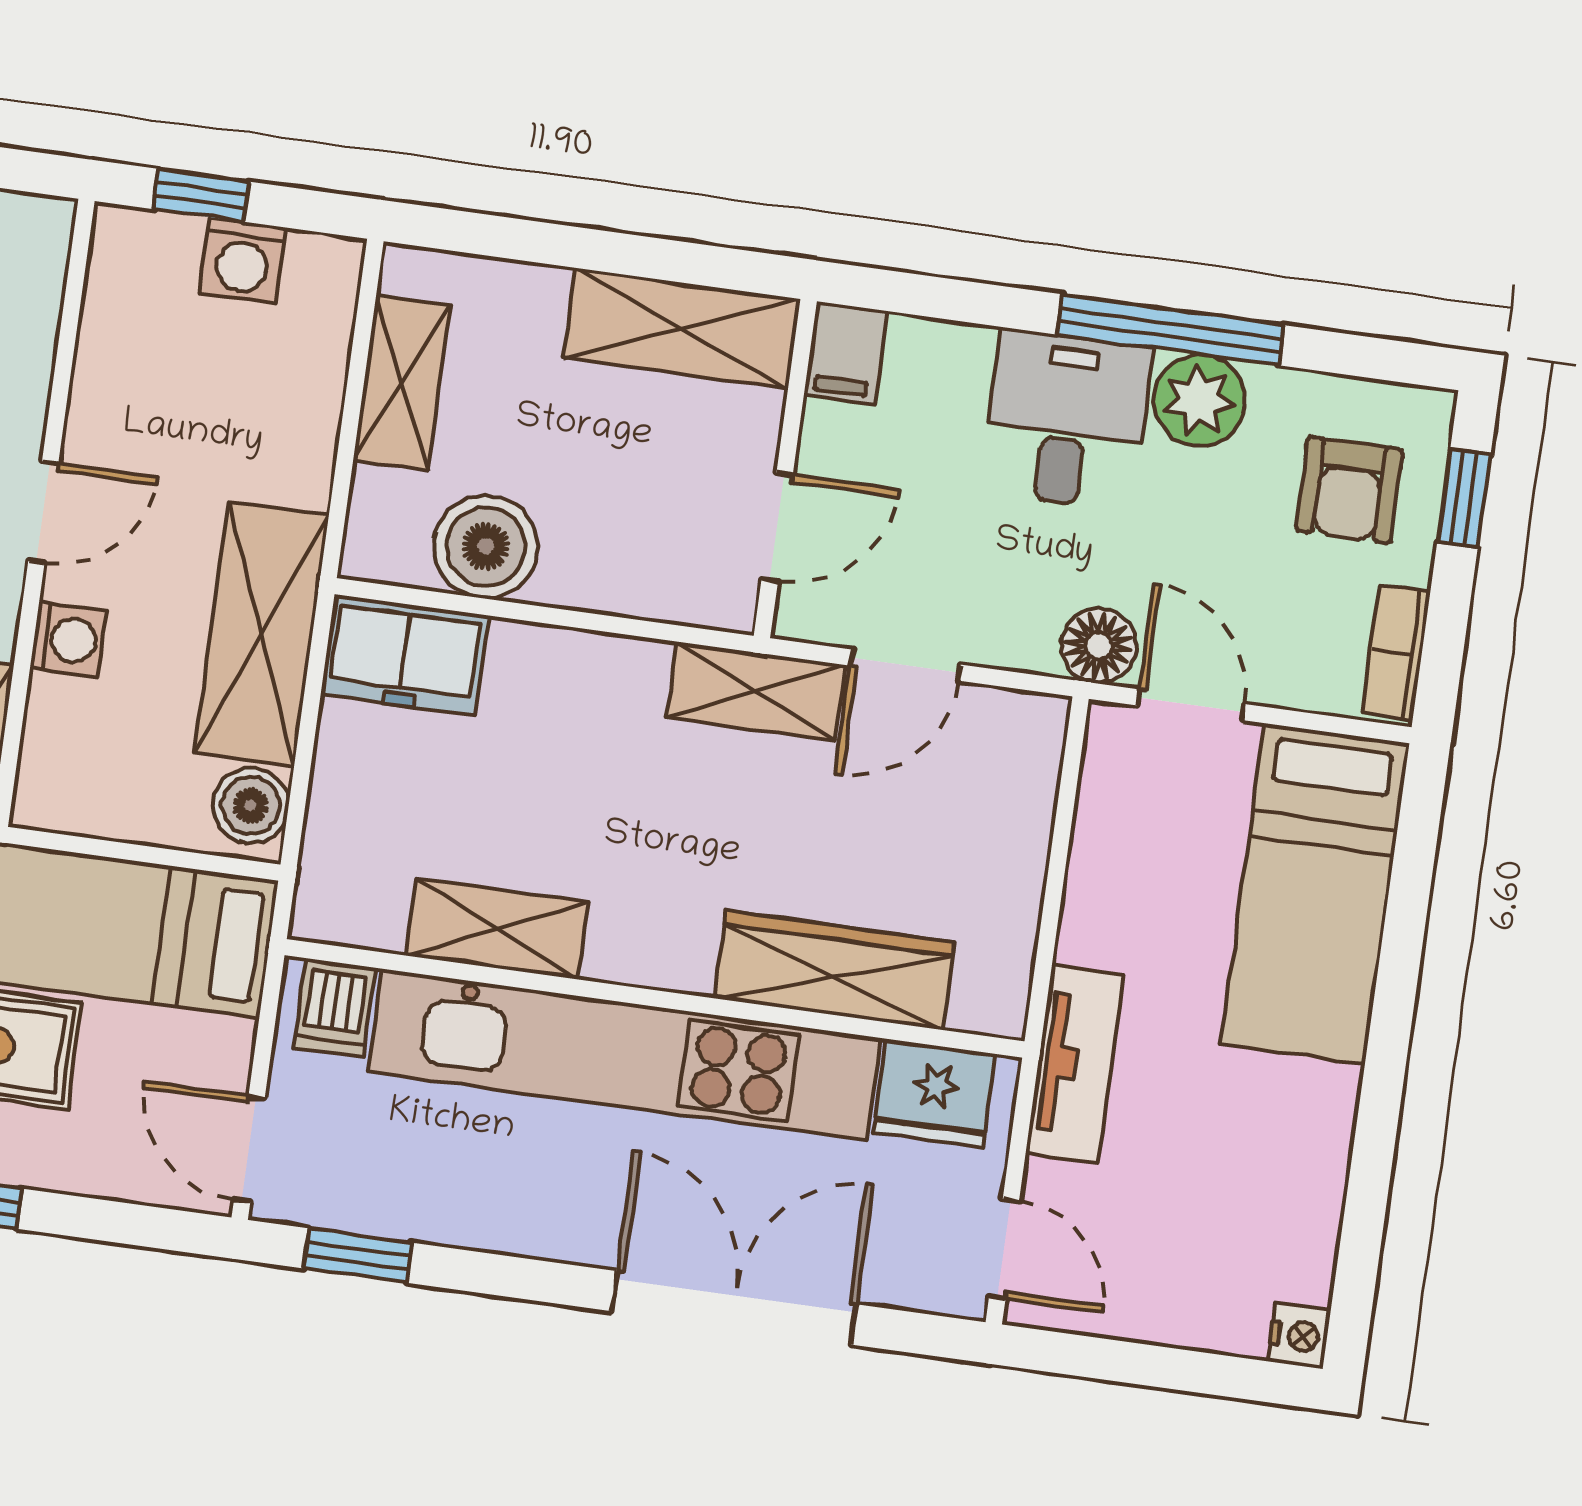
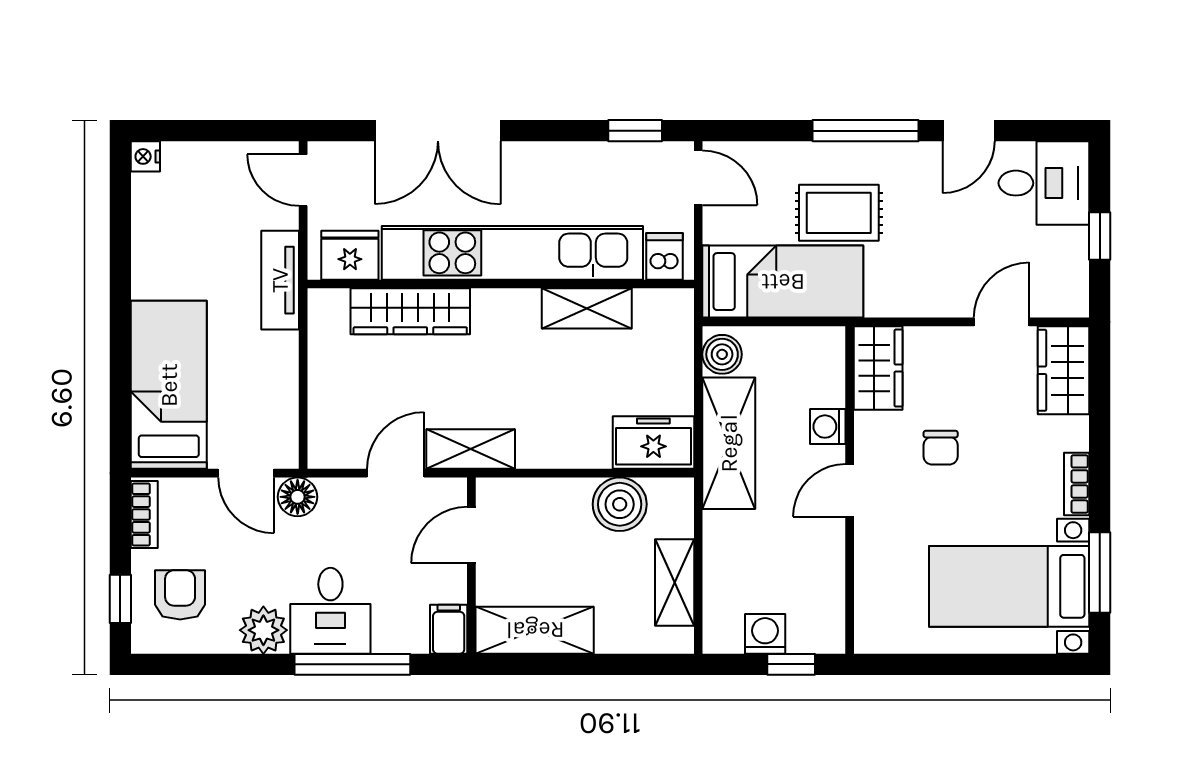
window: (1170, 330) -> (352, 664), moved

